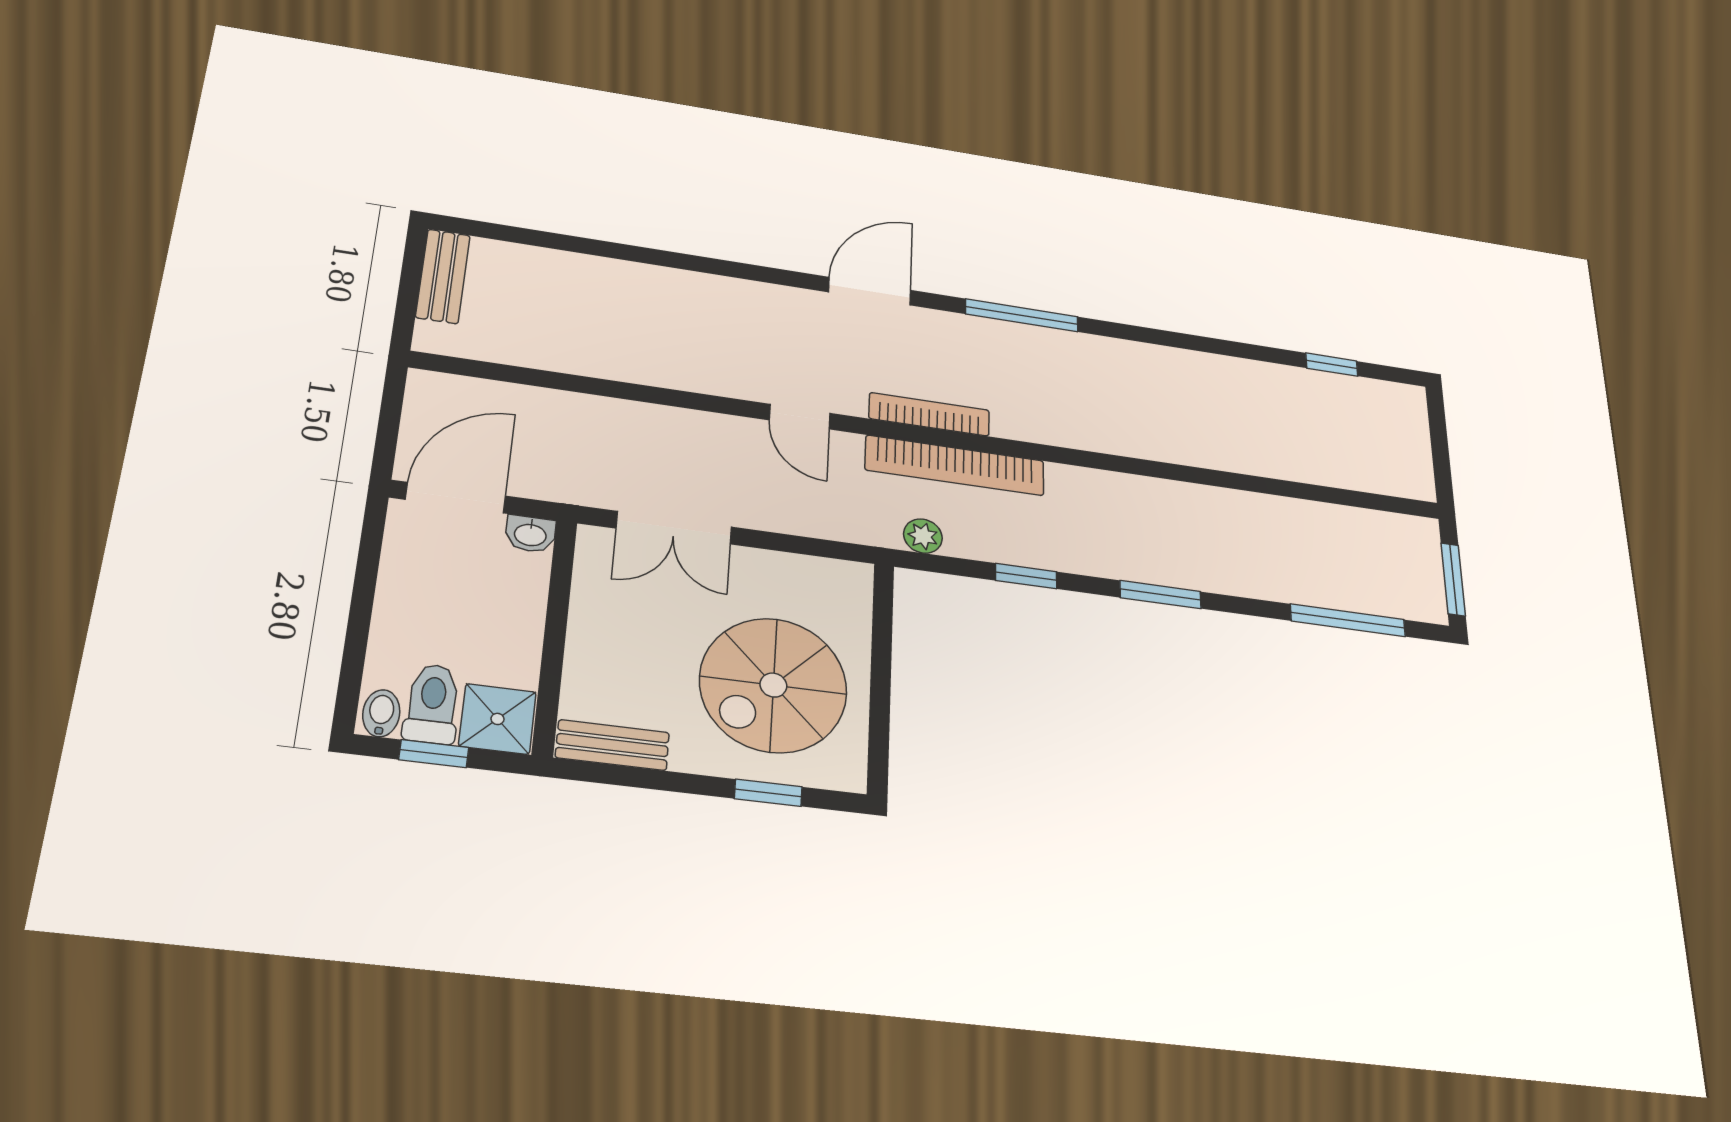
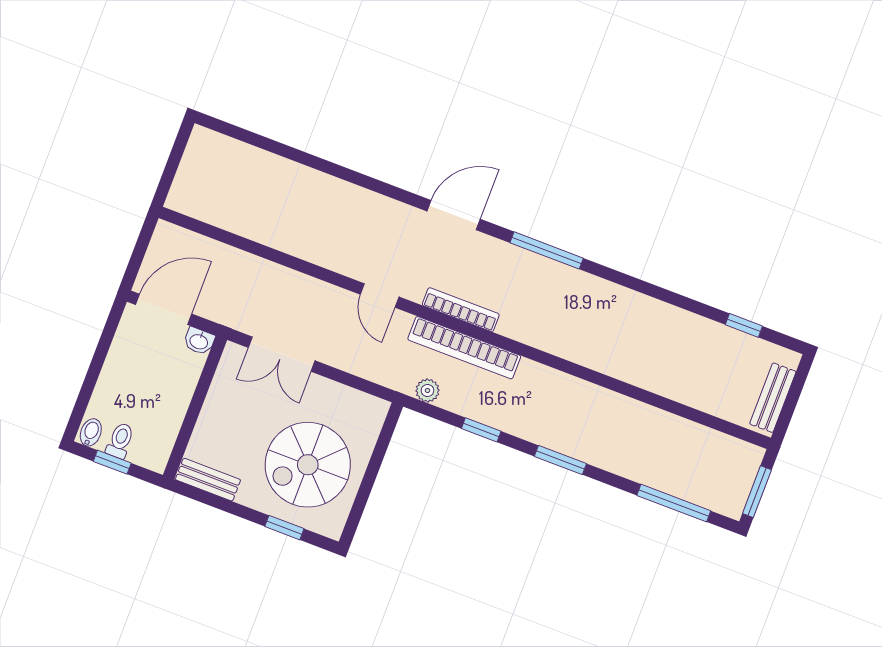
bench: (443, 276) -> (773, 398), moved
toilet: (432, 704) -> (120, 441), width x0.73, depth x0.72
shower: (498, 719) -> (151, 450), removed

